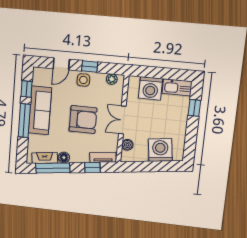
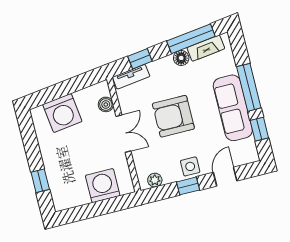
kitchen sink: (177, 87) -> (71, 198), removed

